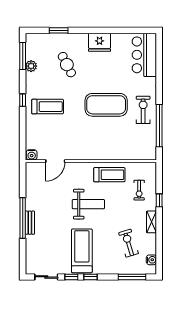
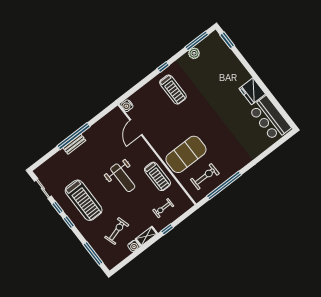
window: (59, 30) -> (227, 40), moved
bar counter: (144, 55) -> (270, 118), moved, turned -90
cafe table: (67, 65) -> (216, 80), removed
exercise mat: (106, 105) -> (186, 154), moved, turned 90
exercise bike: (143, 110) -> (205, 177), moved
door: (55, 161) -> (136, 127), hinge flipped
treadmill: (82, 251) -> (84, 200), turned 90
water cooler: (151, 260) -> (134, 246), moved

